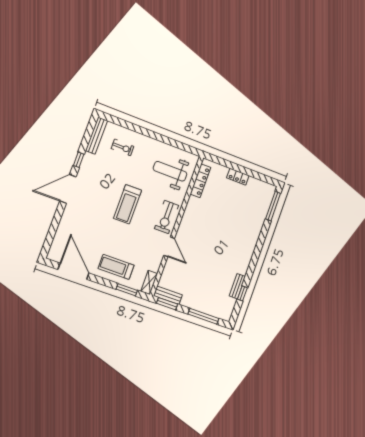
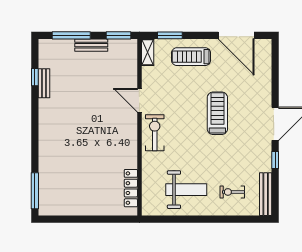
weight bench: (170, 171) -> (186, 190), moved
locker: (238, 177) -> (89, 209), removed
treadmill: (127, 204) -> (217, 113), moved
treadmill: (116, 267) -> (191, 57), turned 180
bench: (168, 295) -> (91, 45), moved

